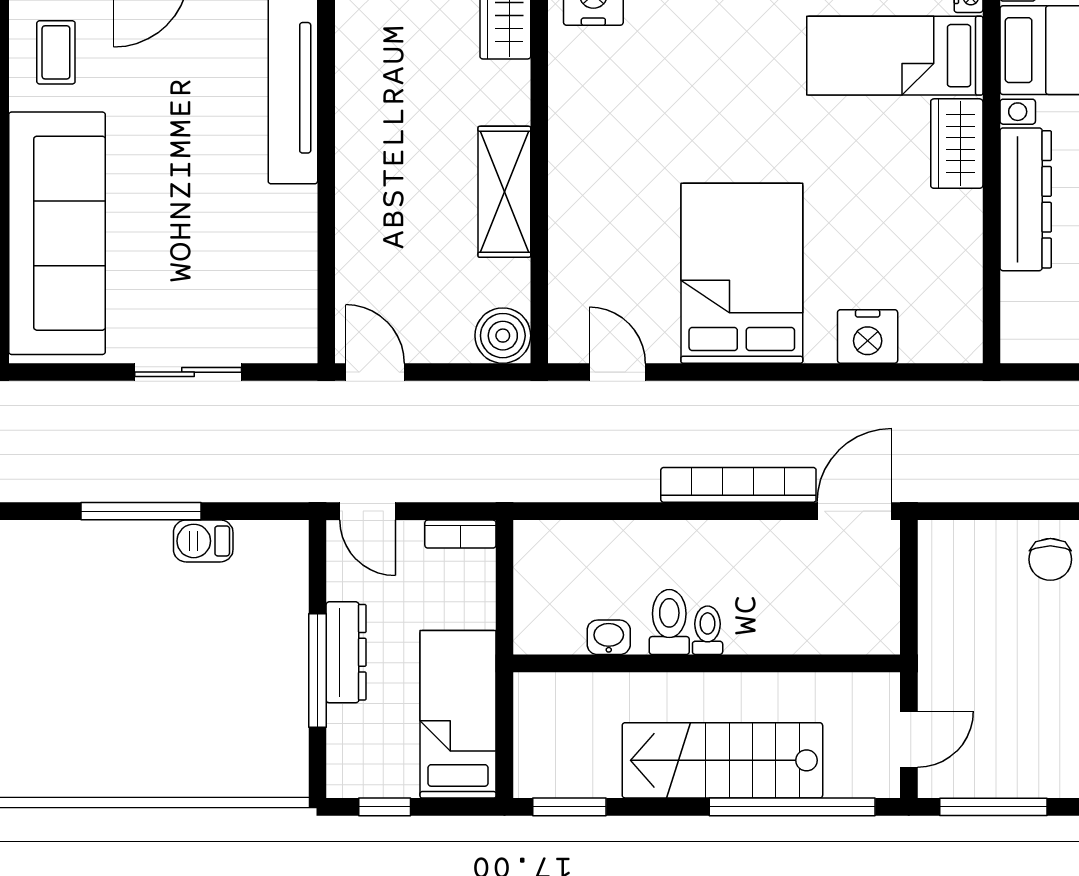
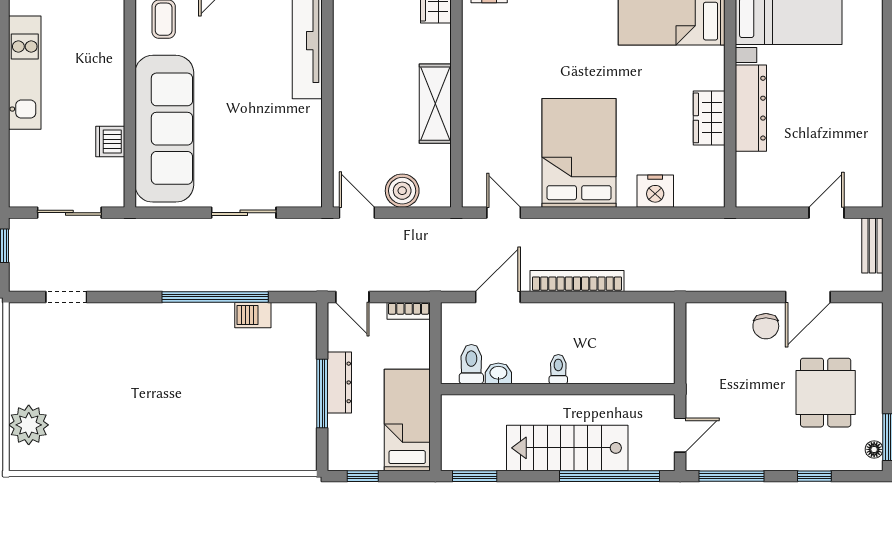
wardrobe: (957, 144) -> (709, 118), moved
boiler: (503, 336) -> (402, 191), moved
window: (141, 511) -> (215, 297), width x1.46
door: (854, 511) -> (498, 297), moved
toilet: (669, 622) -> (471, 364), moved

